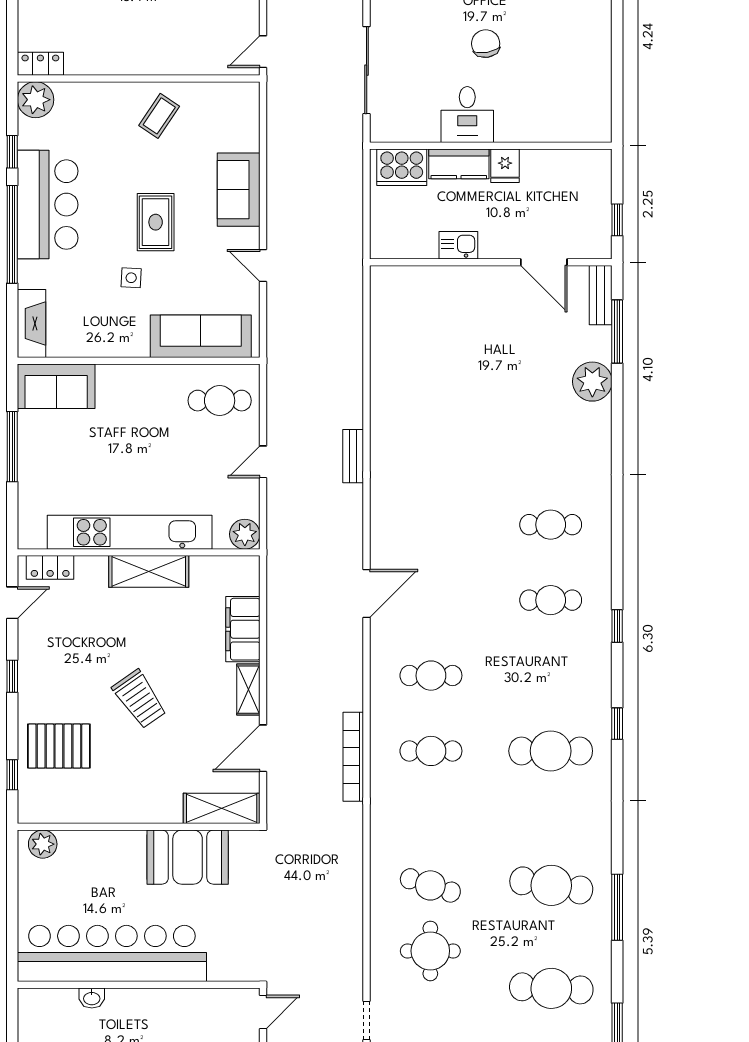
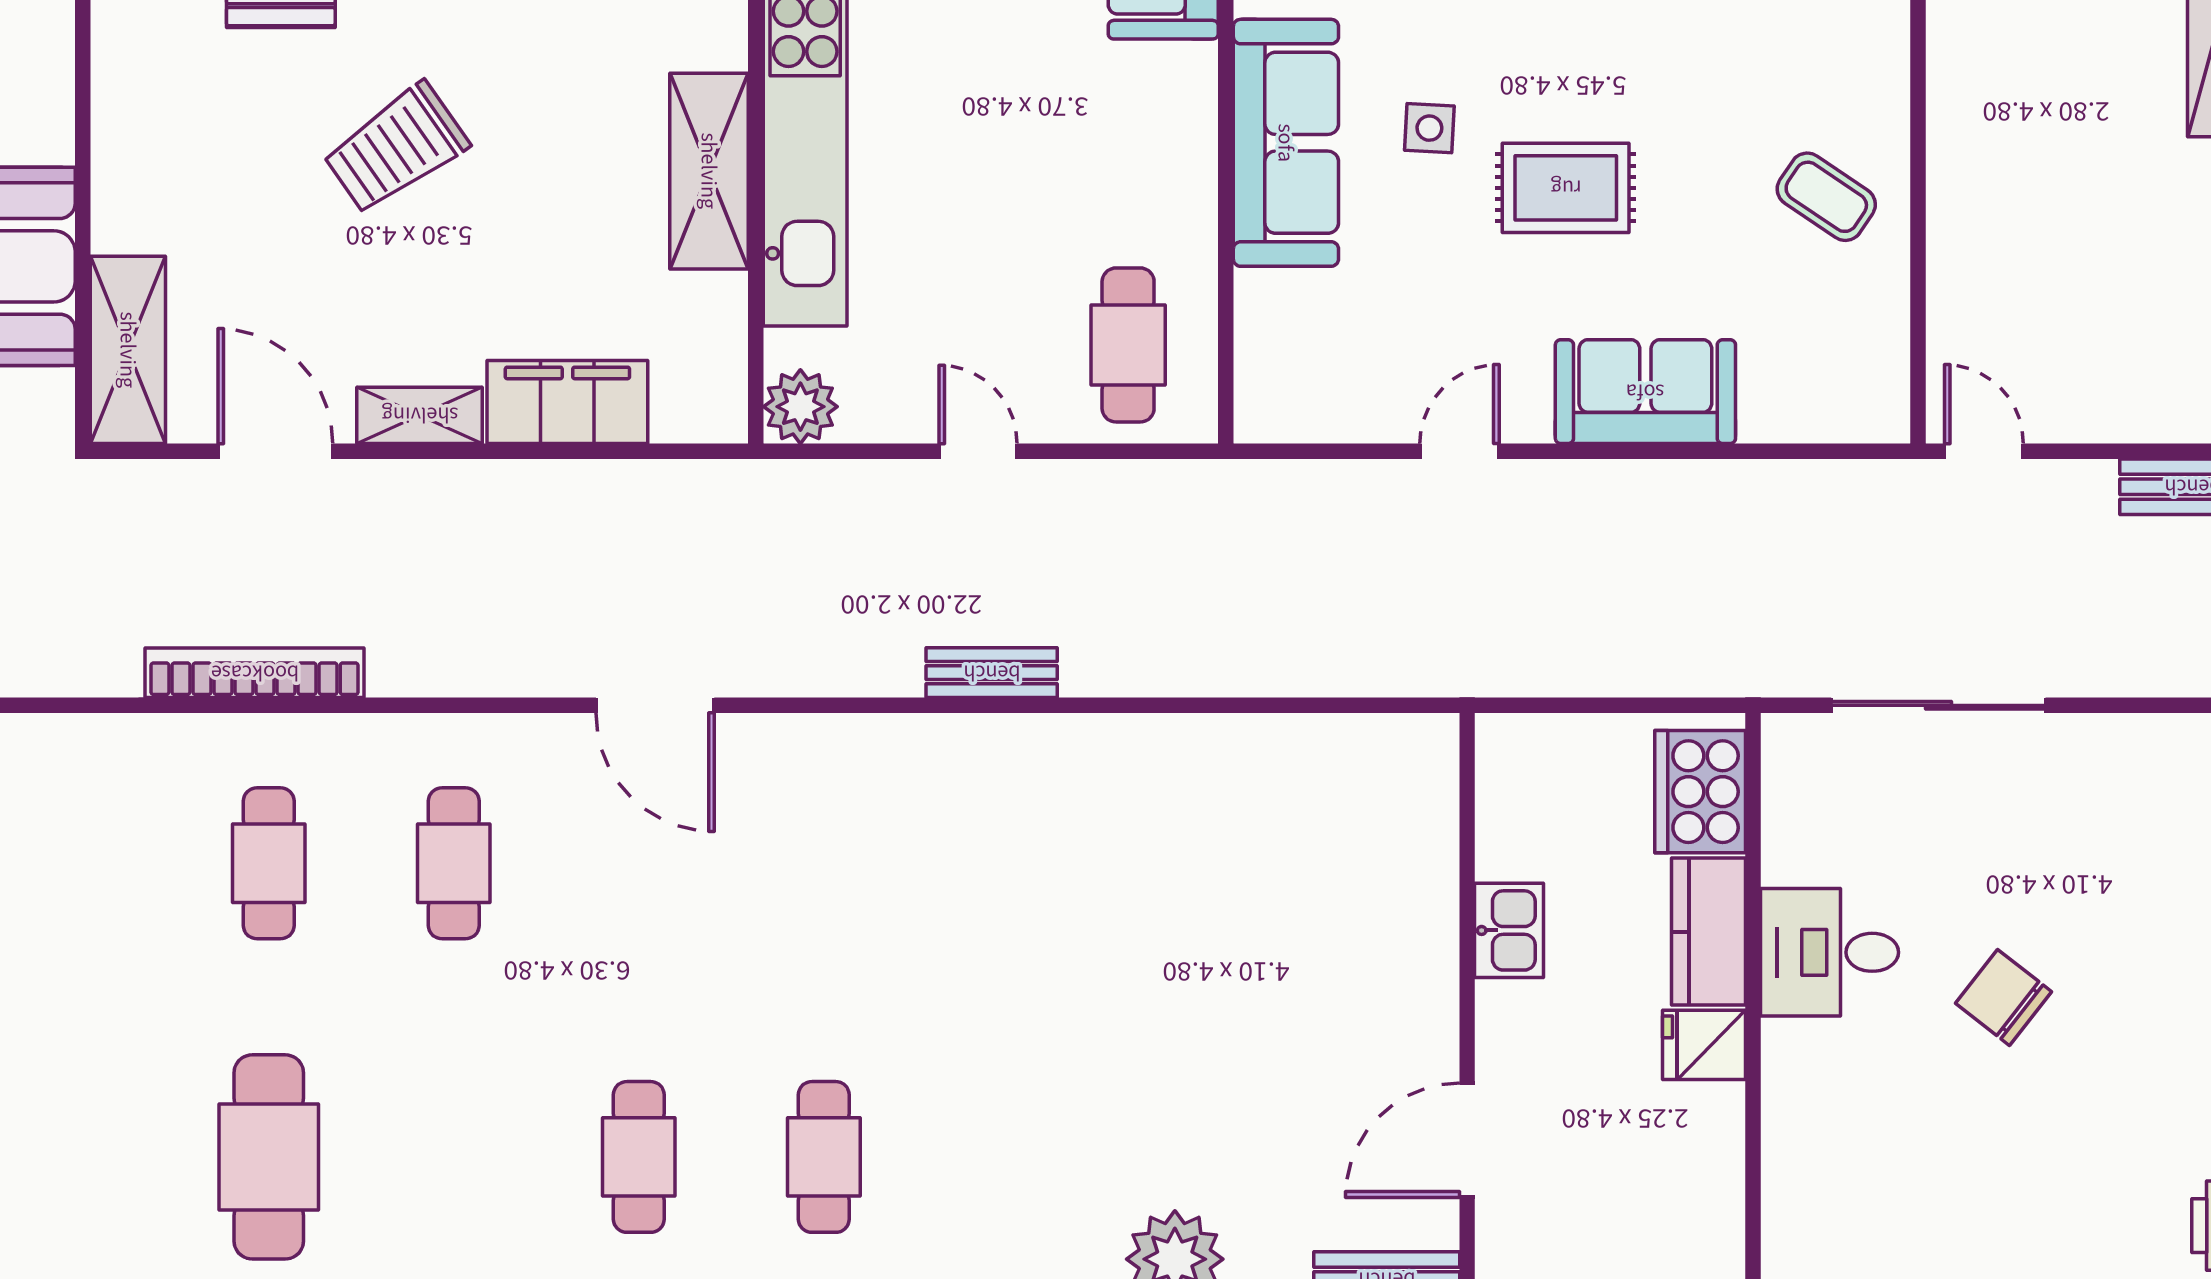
chair: (486, 44) -> (2004, 997), turned -133
sofa: (201, 336) -> (1286, 143), moved

